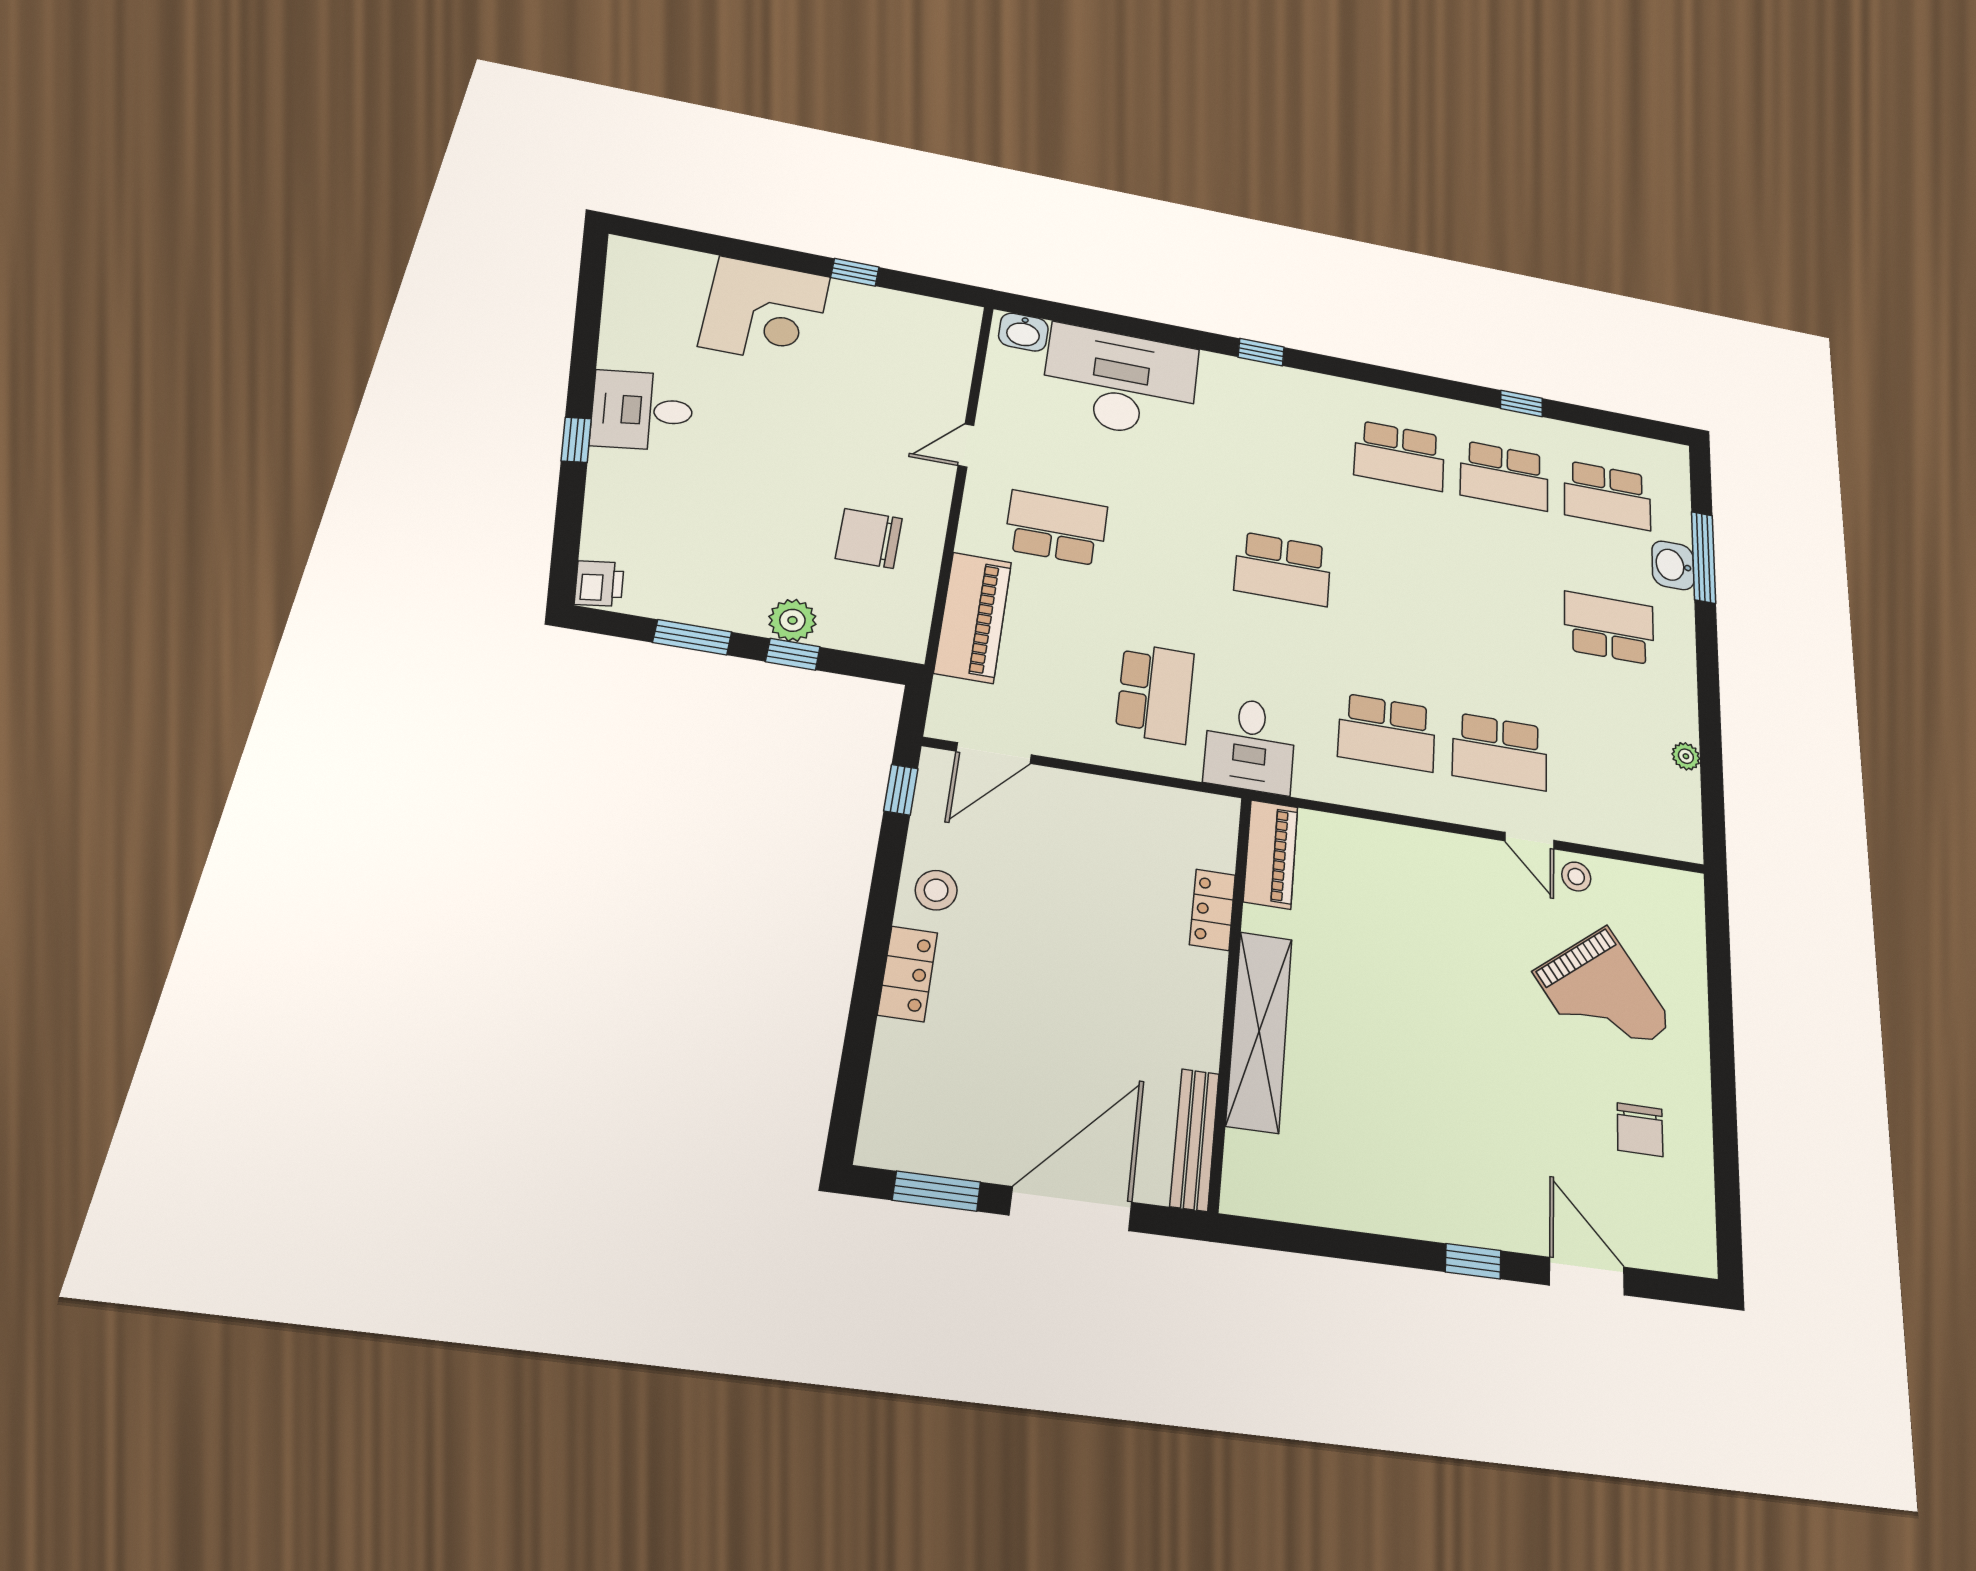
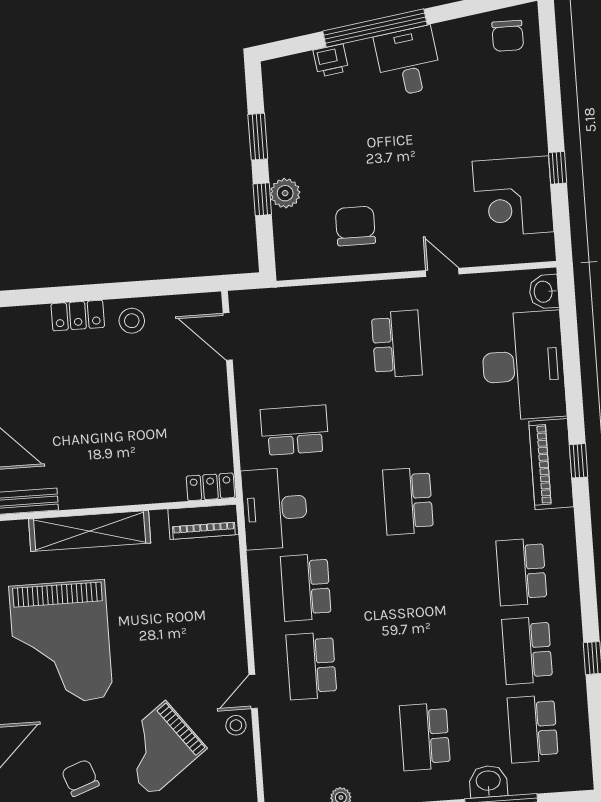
chair: (647, 281) -> (508, 36), added
corner desk: (765, 311) -> (513, 196), moved
window: (576, 440) -> (375, 28), width x3.17
printer: (599, 584) -> (331, 60), moved
piano: (973, 617) -> (551, 464), moved, turned 90
school desk: (1609, 628) -> (425, 737), turned 180
school desk: (1155, 693) -> (295, 430), turned 180
desk: (1250, 745) -> (275, 508), width x1.37
window: (901, 790) -> (190, 285), removed
locker: (1212, 910) -> (210, 487), moved
grand piano: (1429, 1116) -> (61, 642), added
chair: (1640, 1130) -> (80, 778), turned 70

